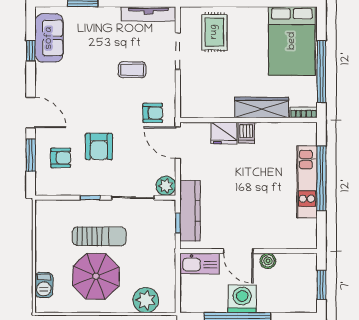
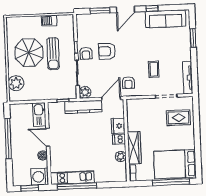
sofa: (49, 38) -> (166, 19), width x1.36
window: (31, 51) -> (152, 8), moved
window: (321, 72) -> (171, 182), moved
plant: (275, 131) -> (121, 157), added
armchair: (61, 158) -> (86, 53), moved
window: (321, 178) -> (77, 186), moved
kitchen unit: (307, 182) -> (72, 178), moved
kitchen counter: (190, 211) -> (83, 107), moved
door: (238, 251) -> (48, 137), hinge flipped
barbecue: (44, 285) -> (49, 21), moved
washing machine: (242, 299) -> (40, 177), moved, turned 180

